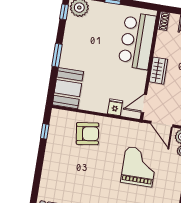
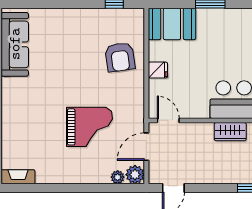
wardrobe: (158, 71) -> (230, 132), moved
fridge: (115, 107) -> (158, 70), moved

